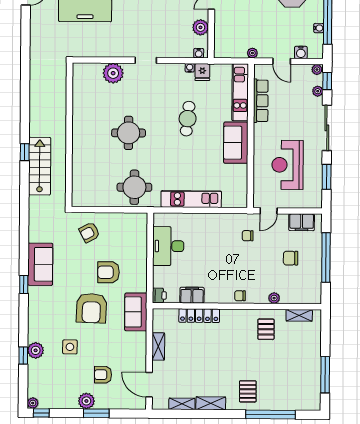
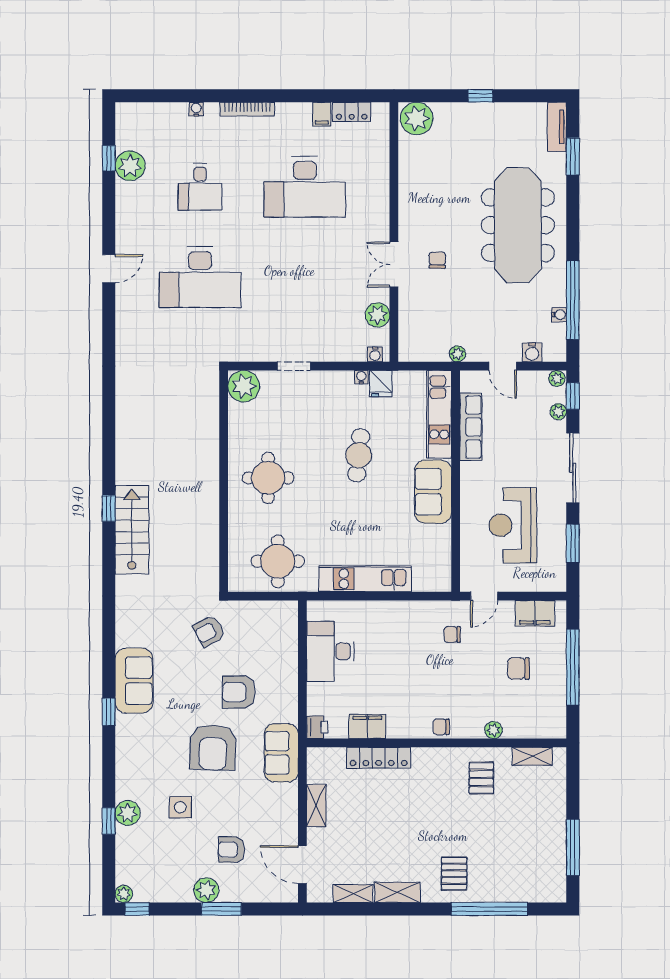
wall: (69, 135) -> (224, 481), moved

